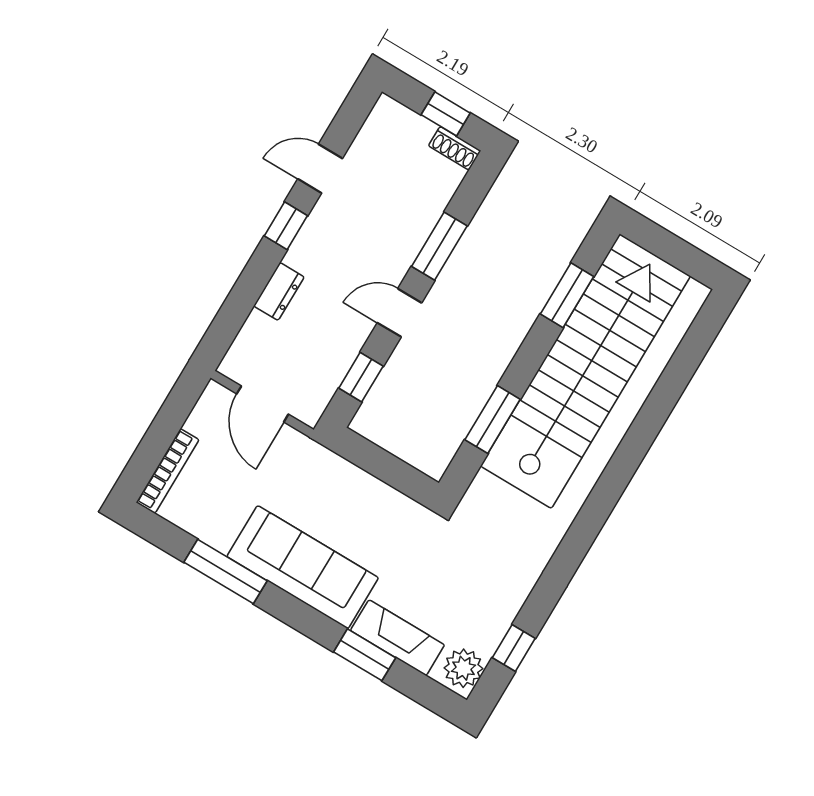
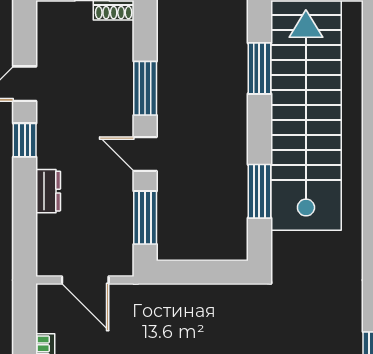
door: (399, 313) -> (145, 154), hinge flipped
window: (361, 377) -> (145, 218), width x1.50

